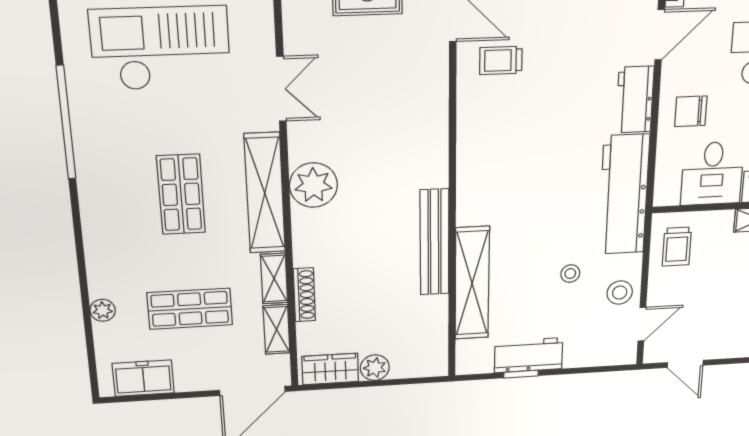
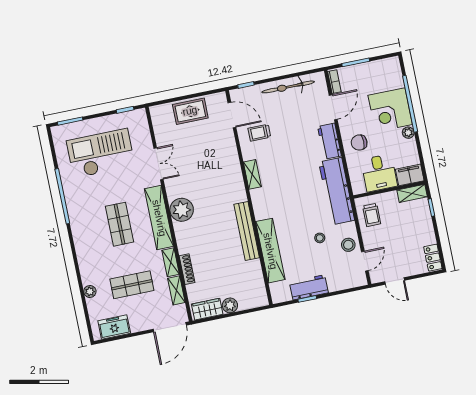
shelving: (469, 139) -> (252, 174), added

